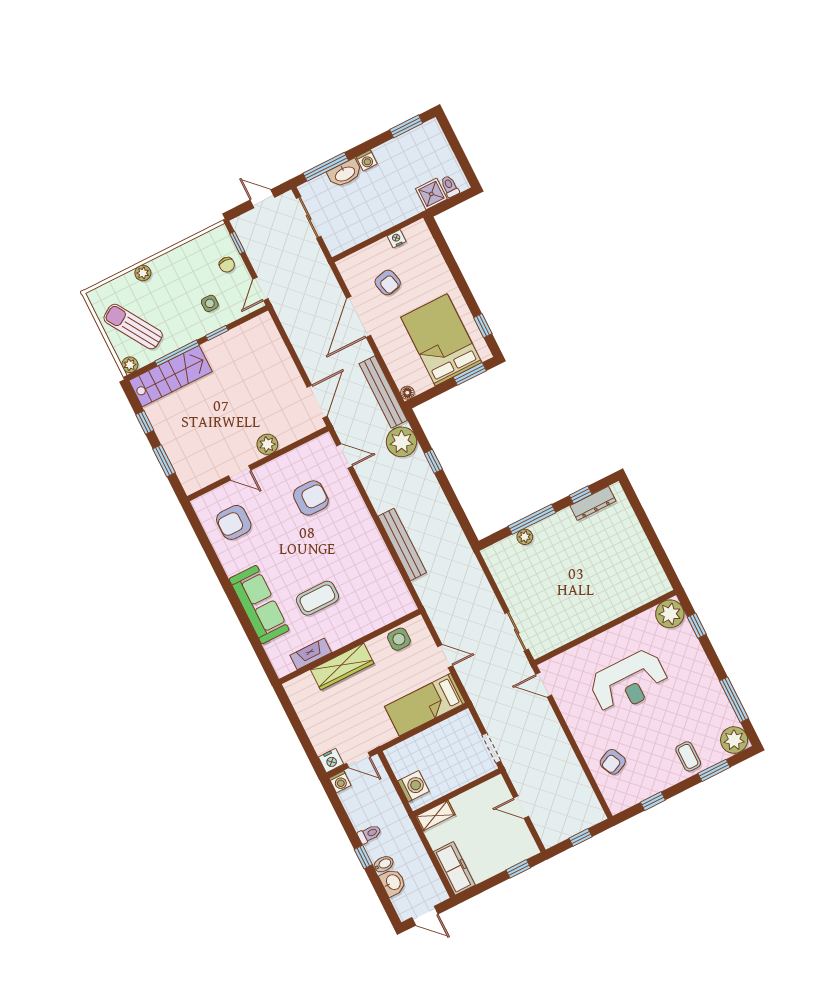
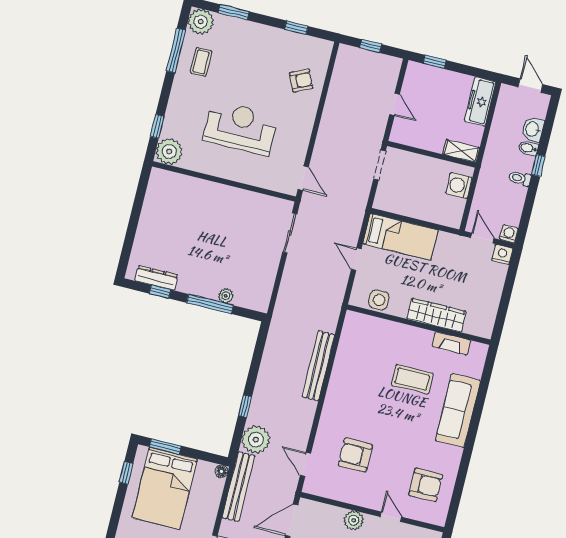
coffee table: (688, 756) -> (201, 62), moved

